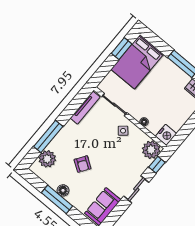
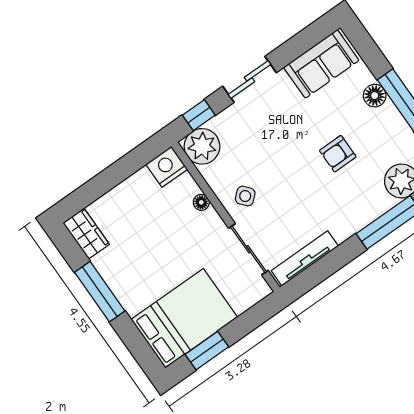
armchair: (83, 164) -> (338, 154), turned -124
floor lamp: (63, 190) -> (375, 96), moved

